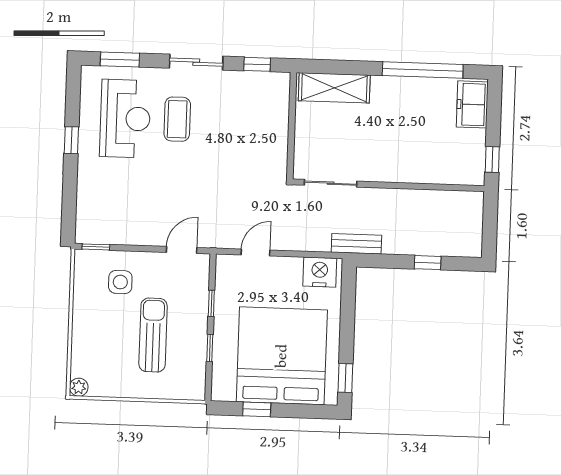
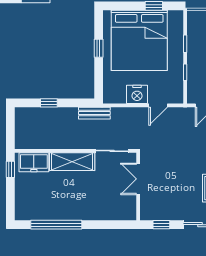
shelving: (334, 88) -> (72, 162), moved
freezer: (472, 104) -> (34, 162), moved, turned 90
double door: (291, 138) -> (138, 179), added
nightstand: (320, 272) -> (137, 94), moved
window: (345, 378) -> (99, 48), moved

